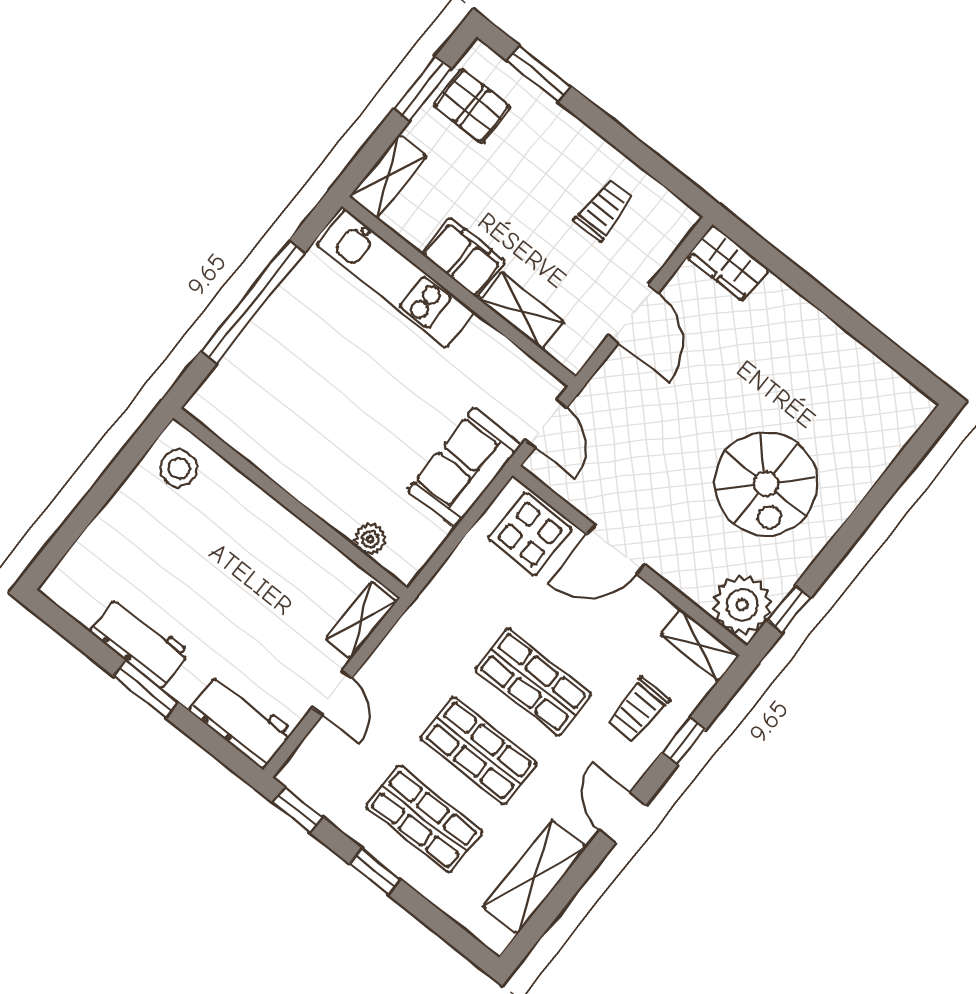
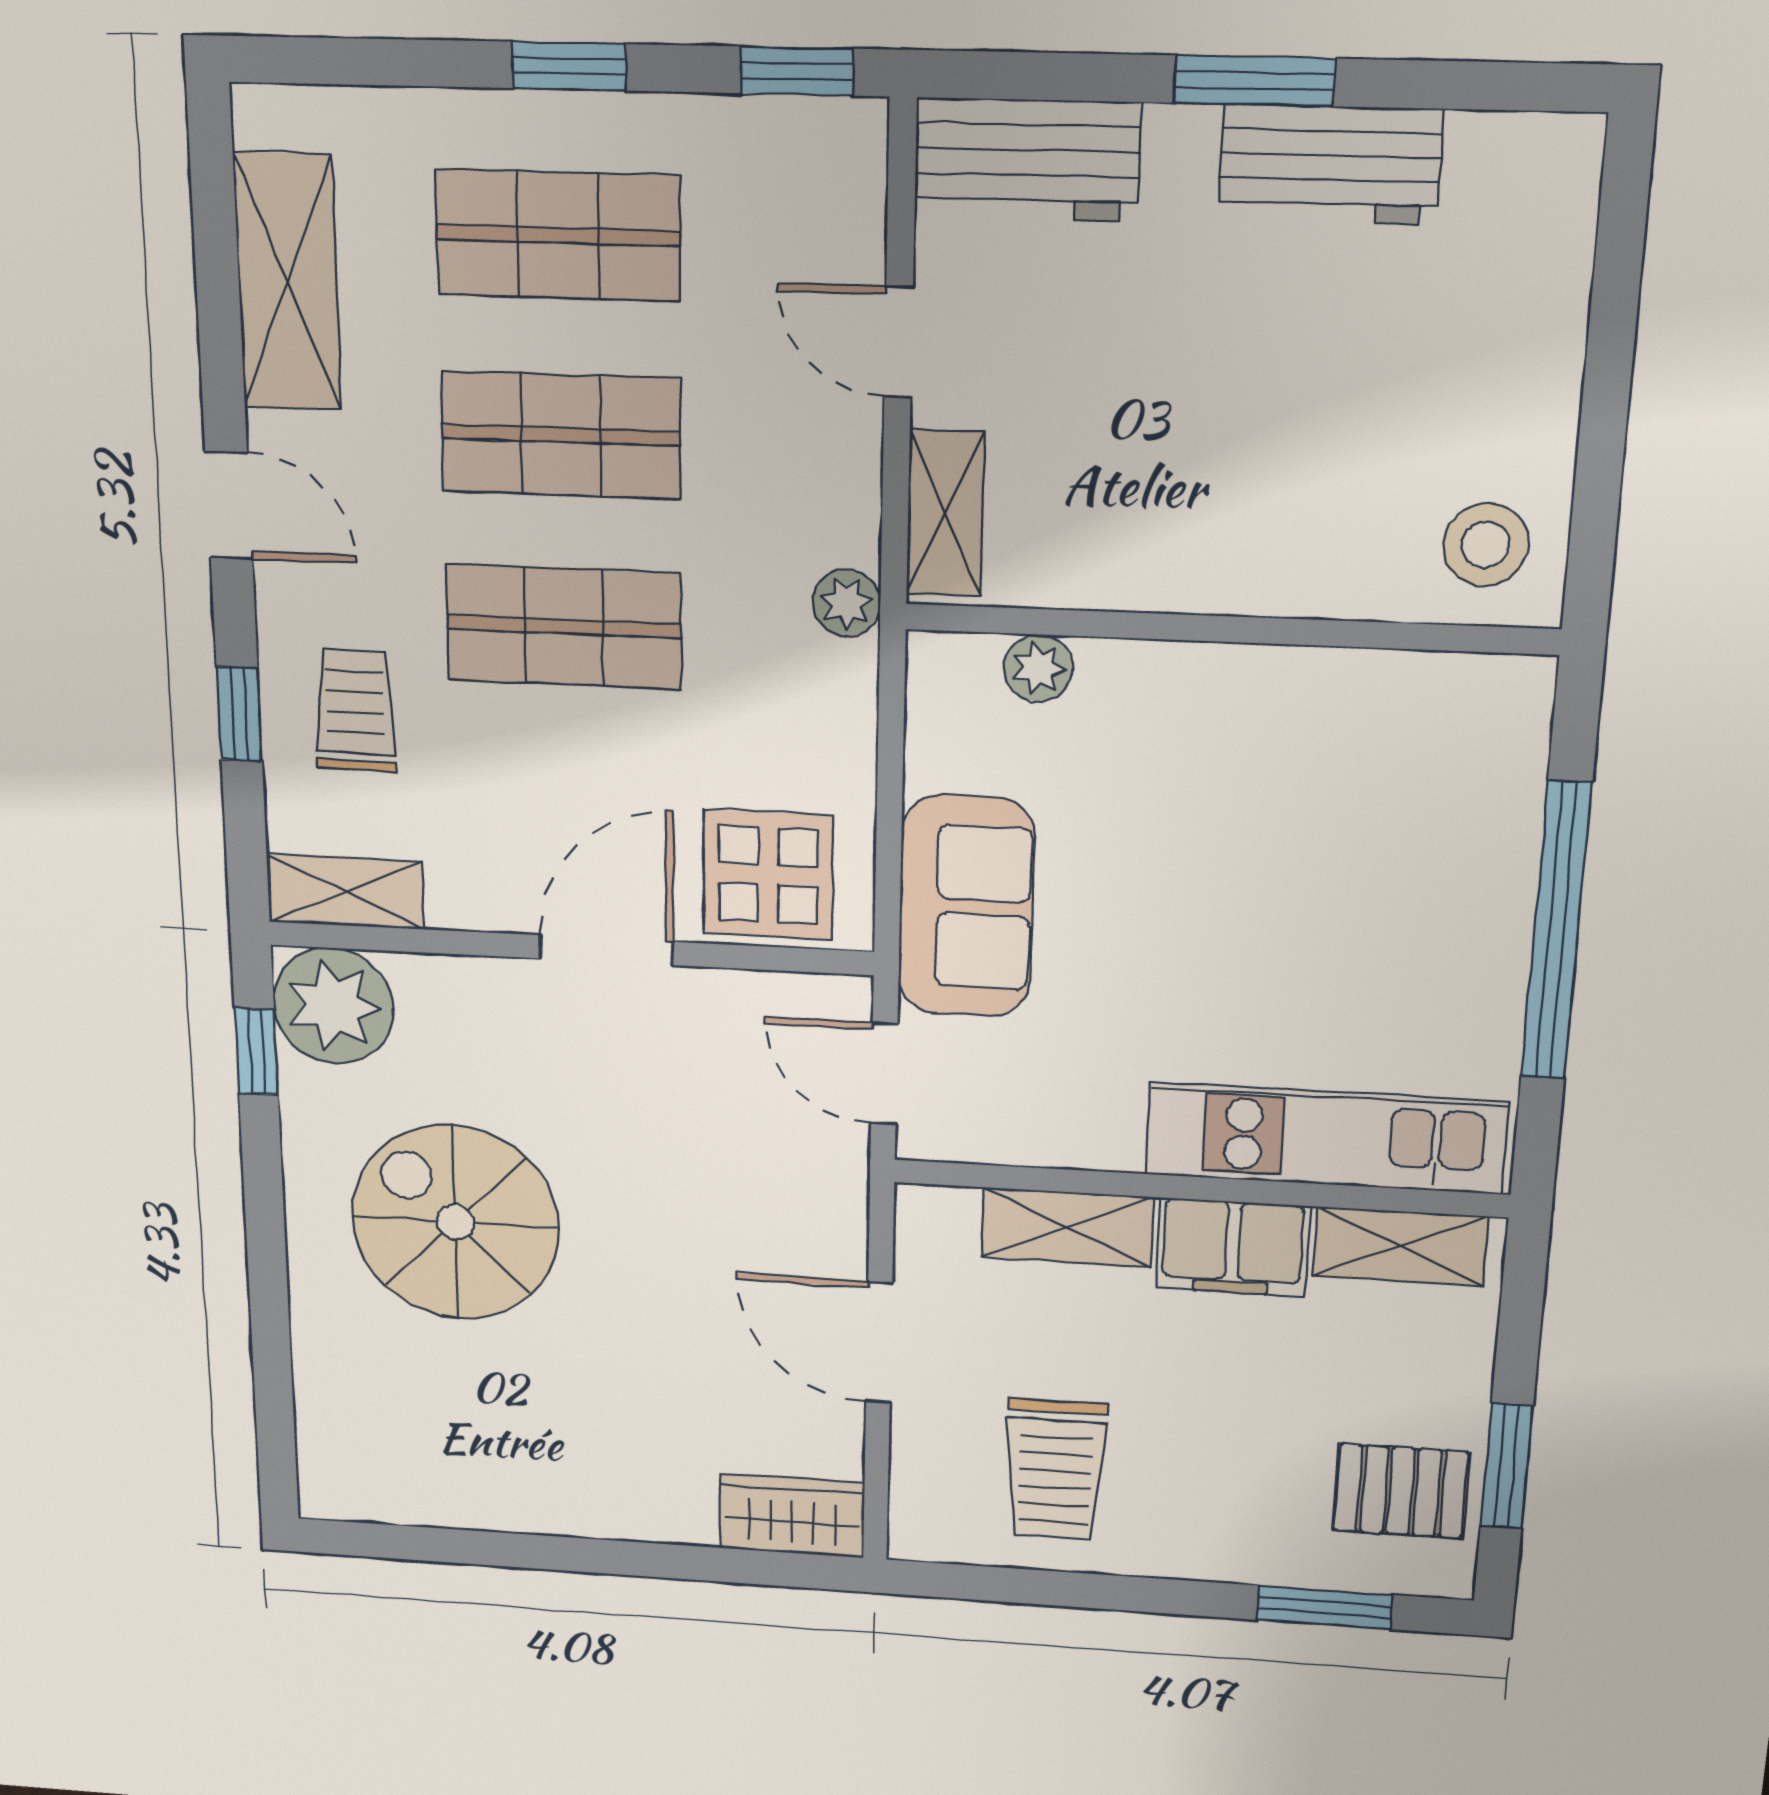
shelving: (388, 177) -> (1400, 1246), moved, turned 90
trolley: (604, 210) -> (1055, 1470), width x1.36, depth x1.39
plant: (422, 614) -> (847, 603), added

